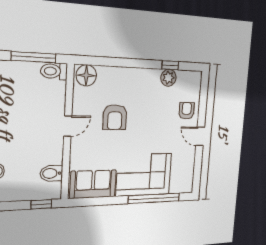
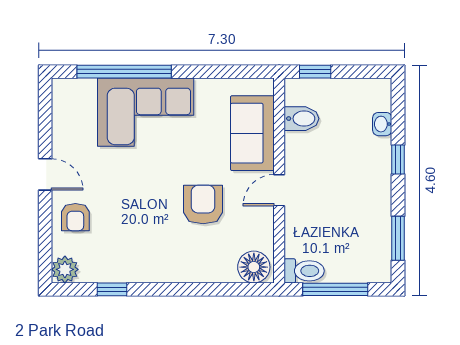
plant: (168, 78) -> (65, 269), moved
sofa: (93, 184) -> (252, 133), moved, turned 90

